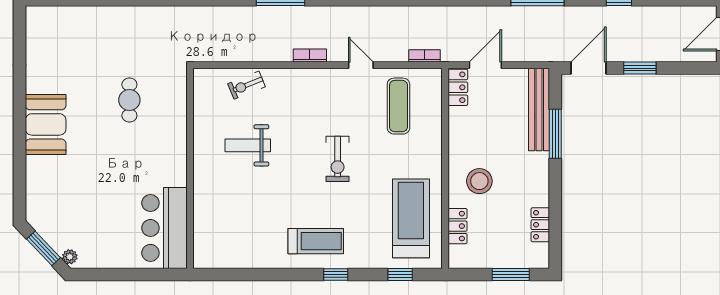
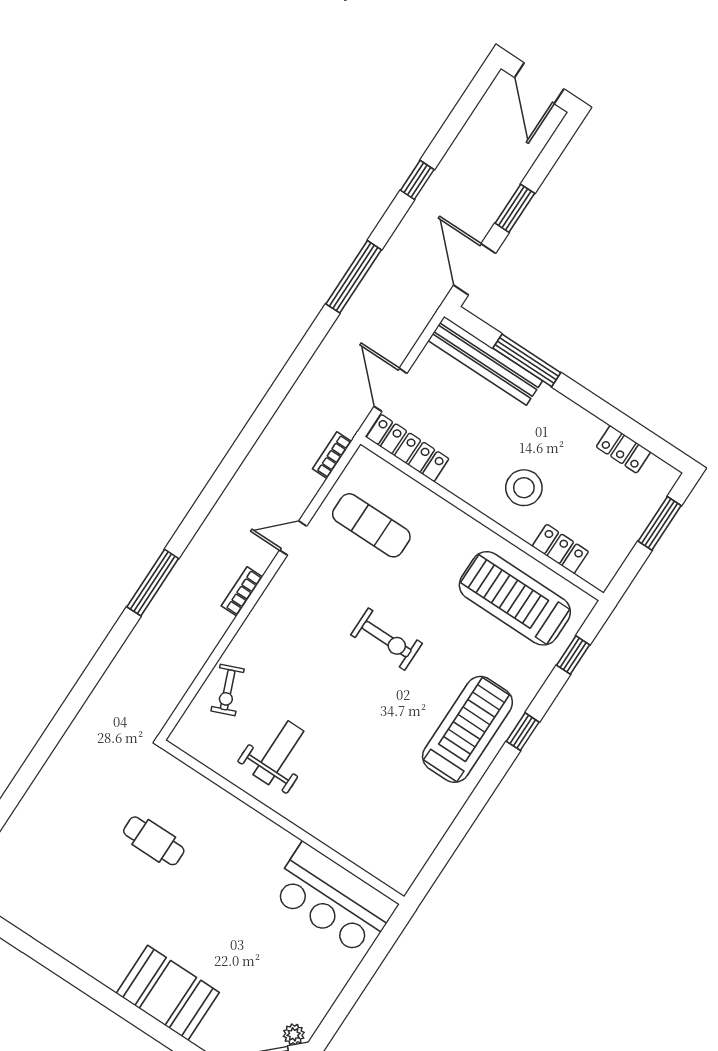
locker: (458, 87) -> (408, 448), width x1.53
booth: (46, 124) -> (168, 993), moved
weight bench: (248, 145) -> (278, 753), moved, turned 180
treadmill: (316, 241) -> (467, 729), width x1.37, depth x1.38

